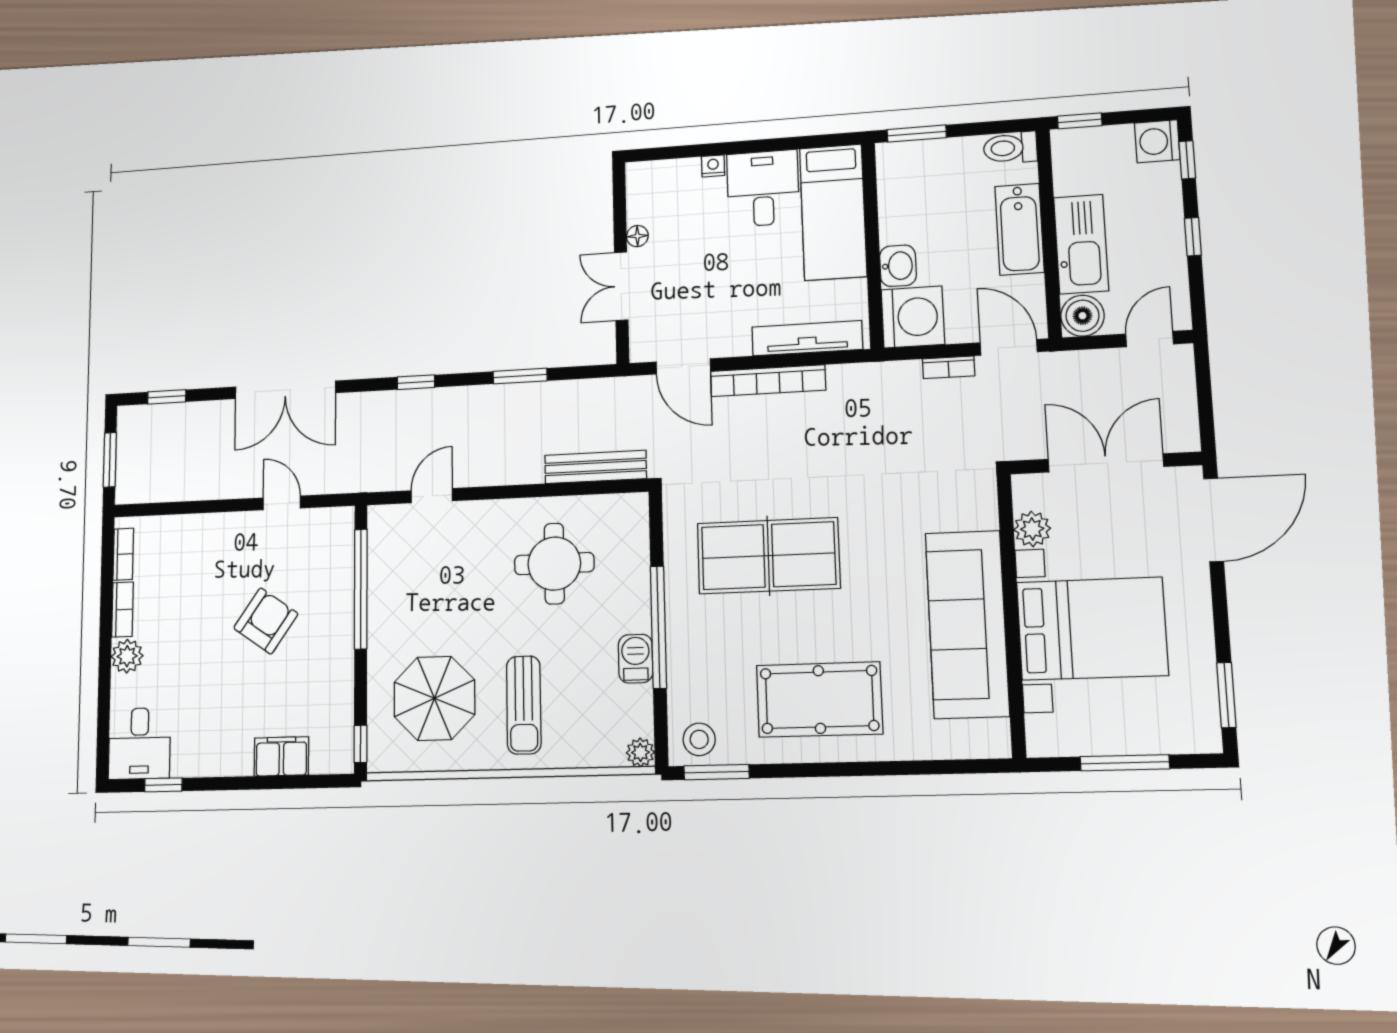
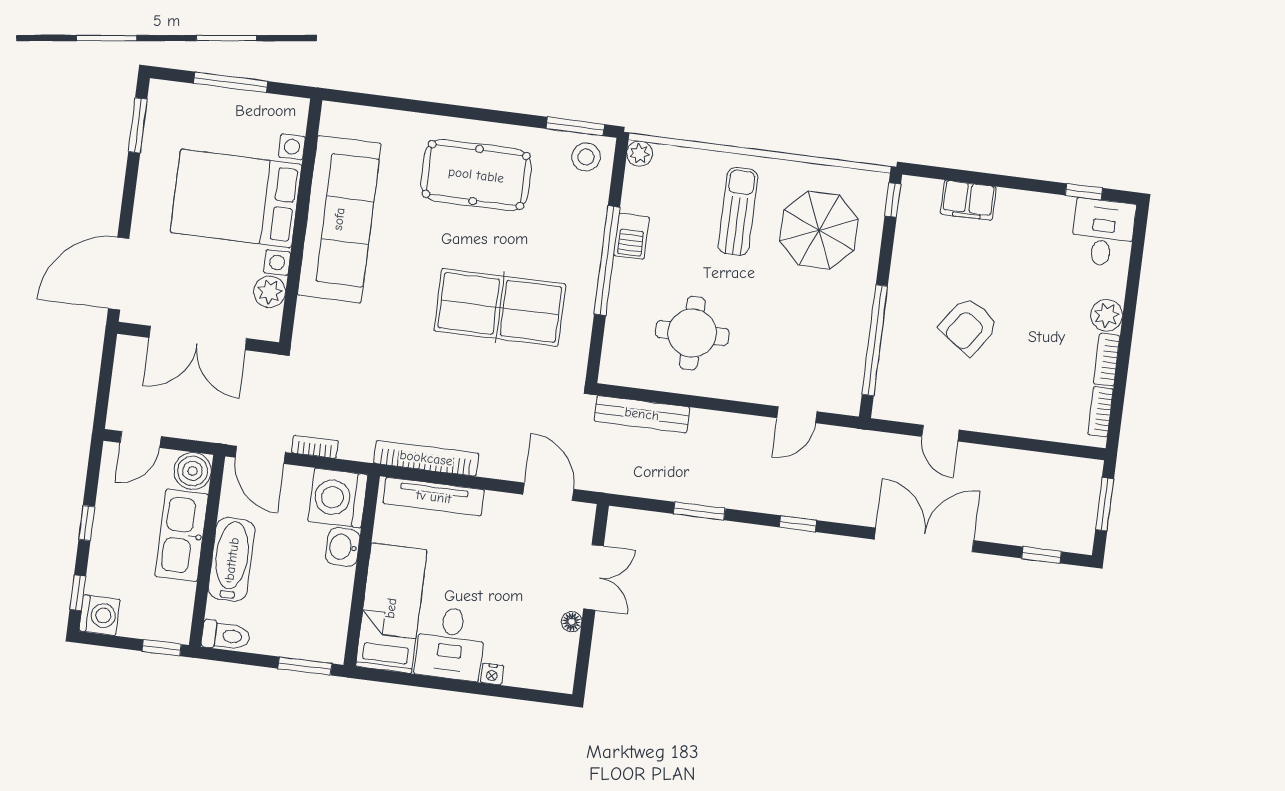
bookcase: (768, 381) -> (426, 458), moved

